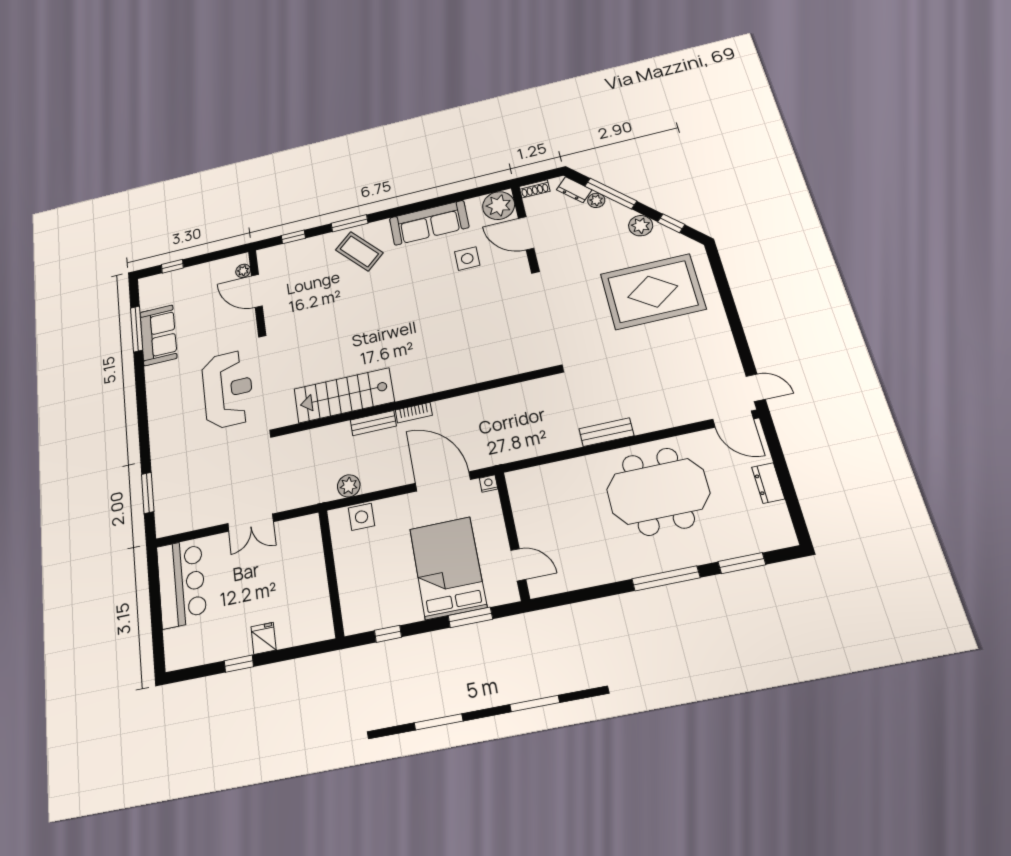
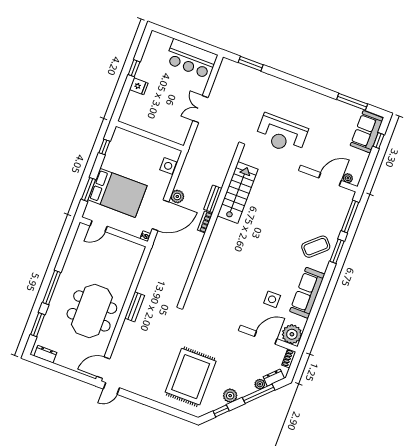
window: (293, 237) -> (350, 217), width x2.17
sofa: (158, 335) -> (367, 132), moved, turned 90
dresser: (768, 483) -> (45, 354), moved
plant: (349, 486) -> (177, 196), moved

